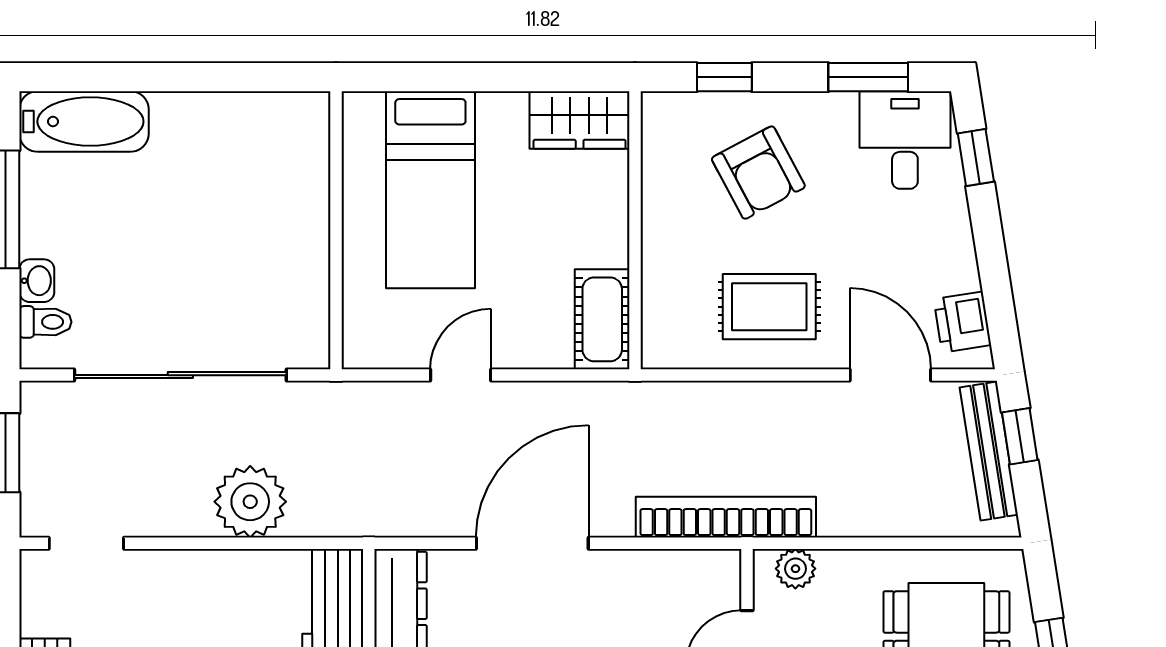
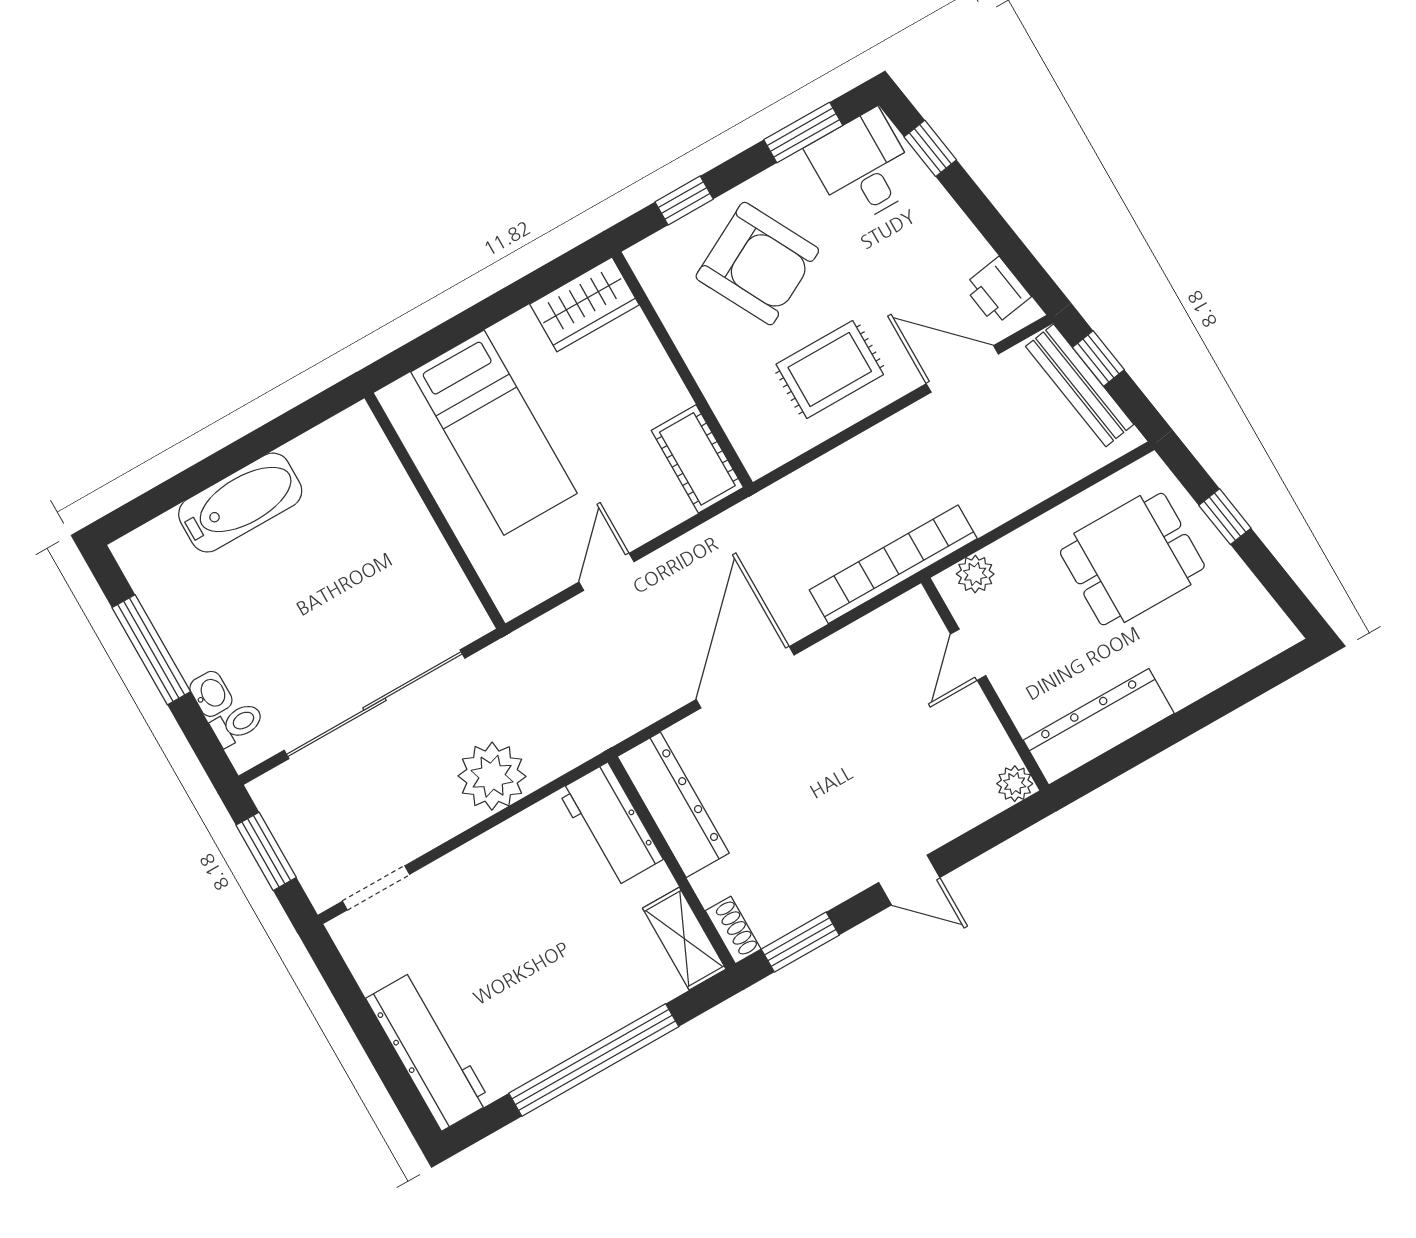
bathtub: (84, 122) -> (240, 503), moved
armchair: (758, 173) -> (757, 264), width x1.36, depth x1.36

